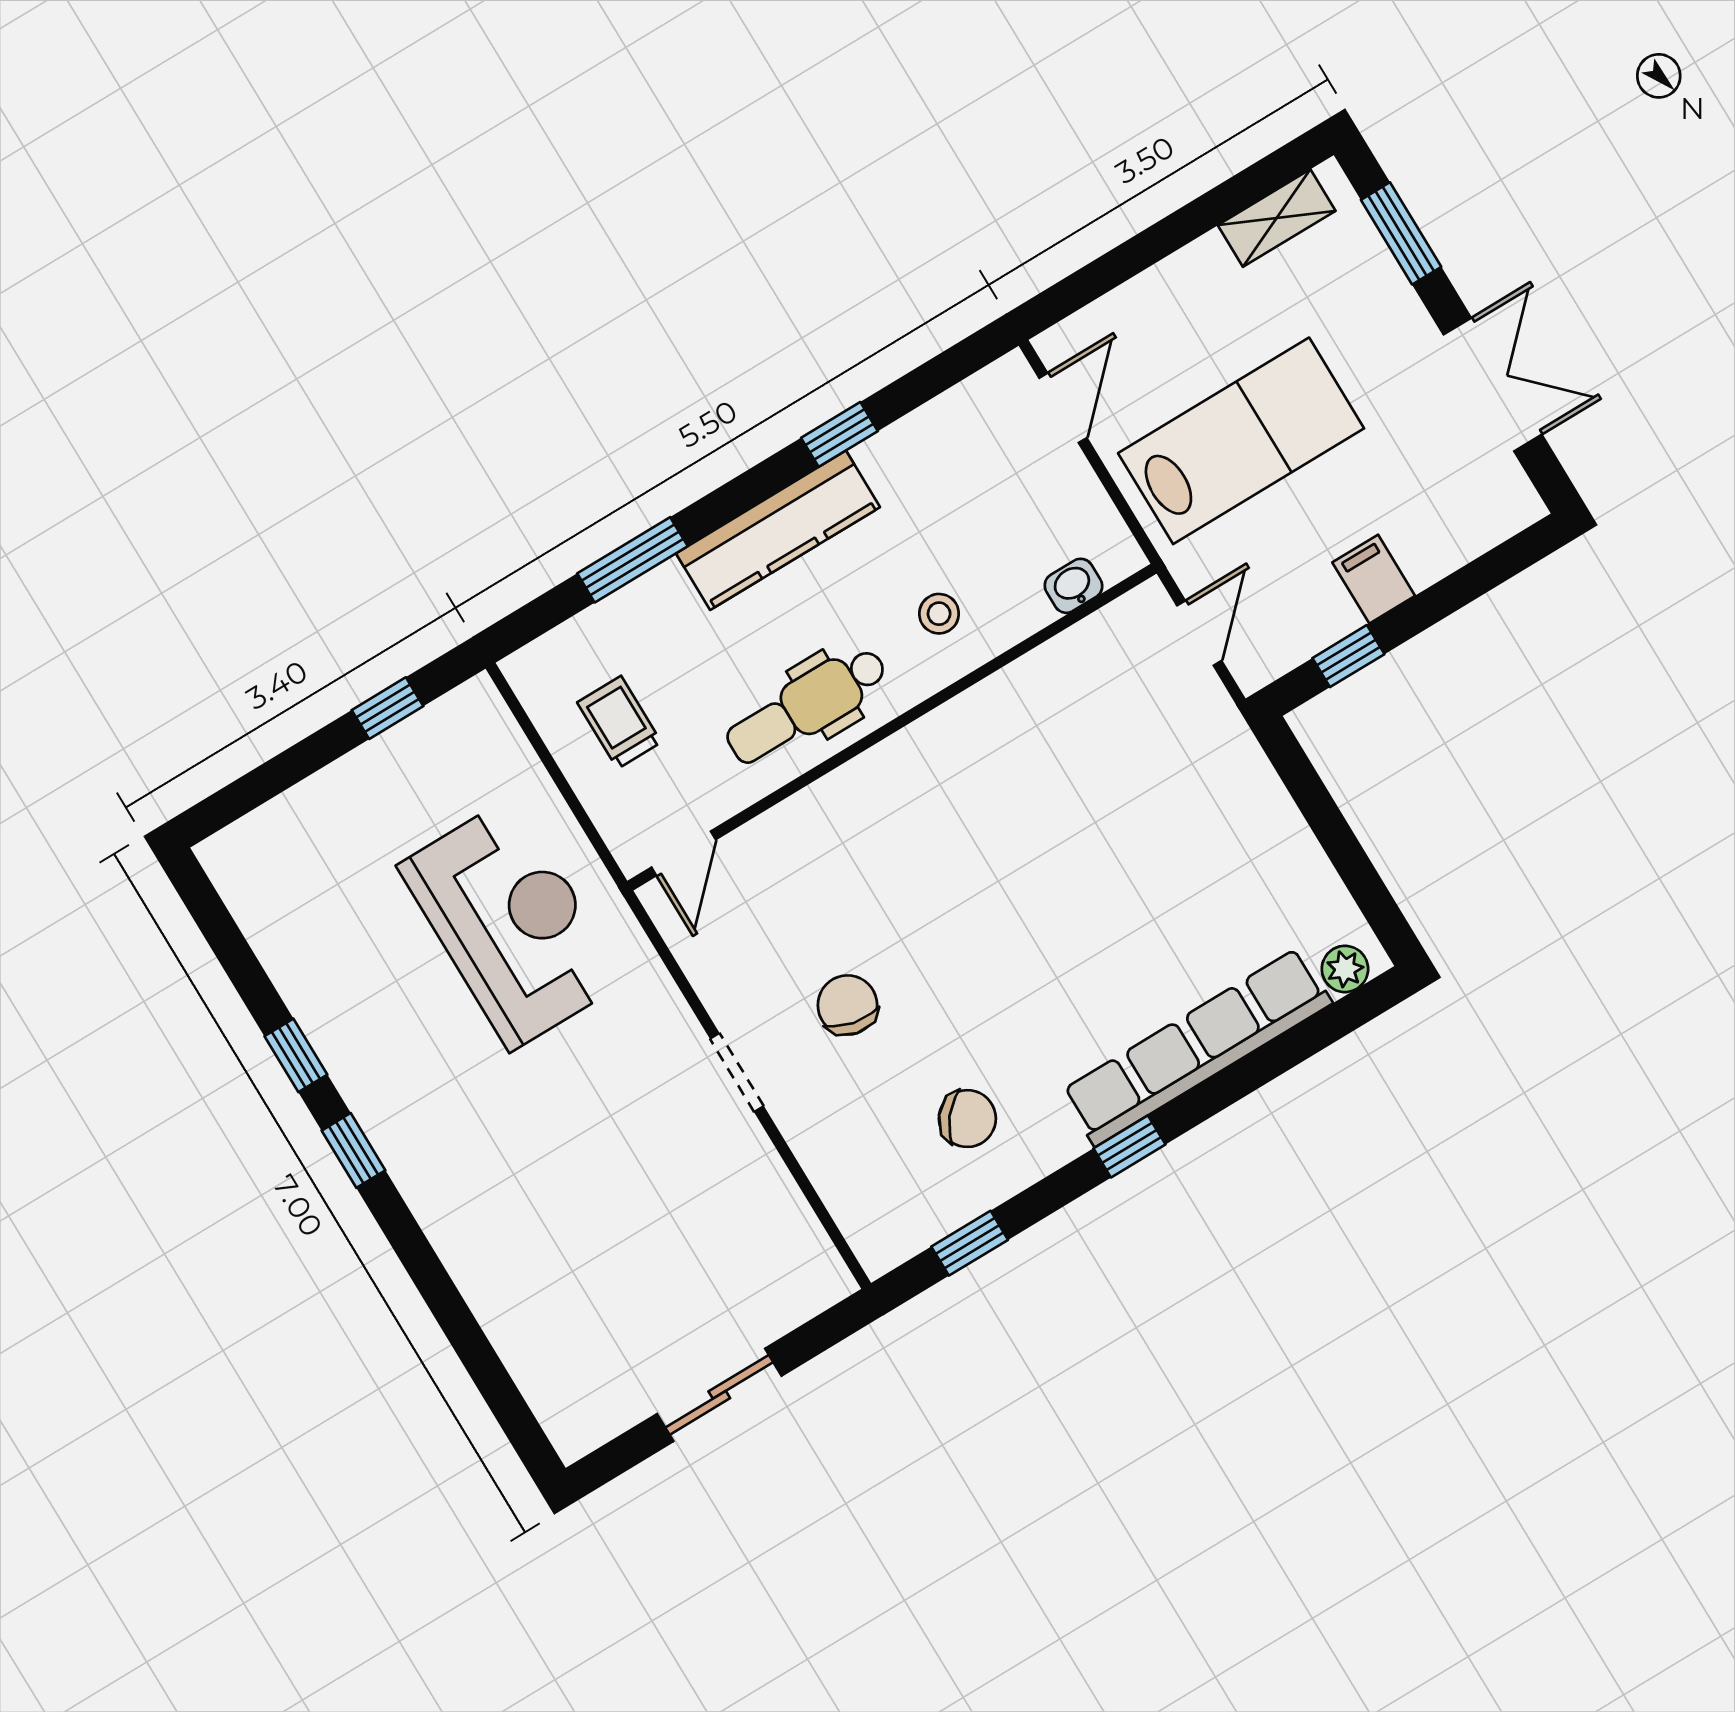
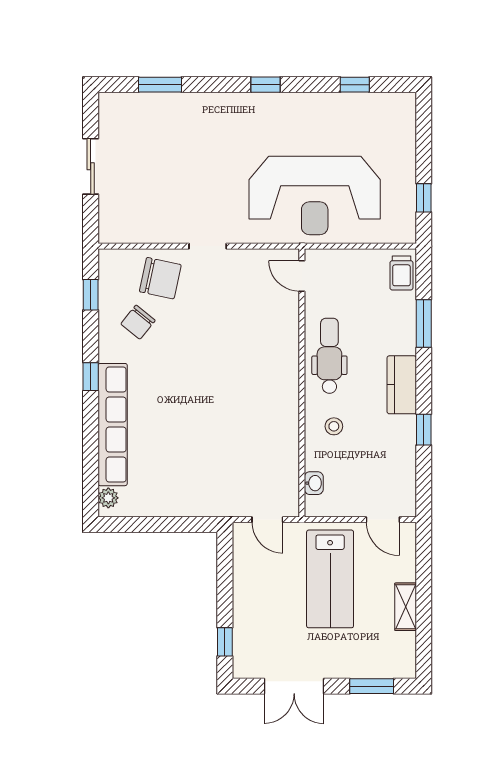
shelving: (1277, 218) -> (406, 607), moved
kitchen counter: (778, 530) -> (402, 385), width x0.67
filing cabinet: (1374, 579) -> (248, 597), removed
window: (1348, 656) -> (225, 642), moved
trolley: (619, 722) -> (401, 273), moved, turned 90
reception desk: (512, 924) -> (315, 195), width x1.36, depth x1.30
chair: (847, 1005) -> (160, 278), moved, width x1.37, depth x1.37
window: (296, 1055) -> (355, 85), moved
window: (478, 1356) -> (160, 85), added

